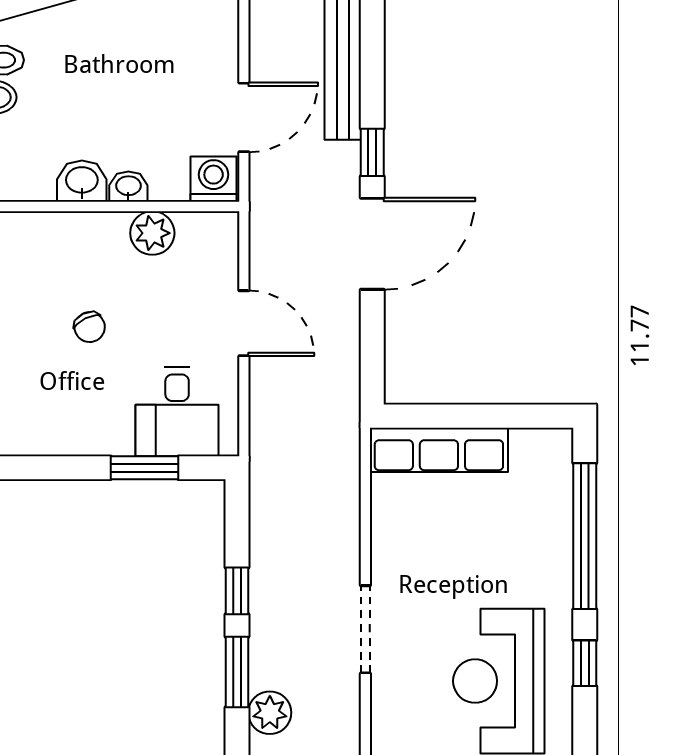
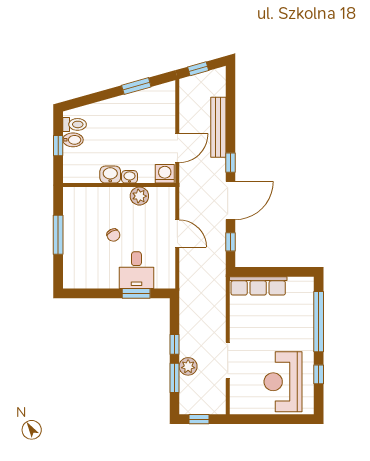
window: (372, 343) -> (230, 242), added
desk: (177, 412) -> (136, 270), moved
plant: (270, 713) -> (188, 366), moved

